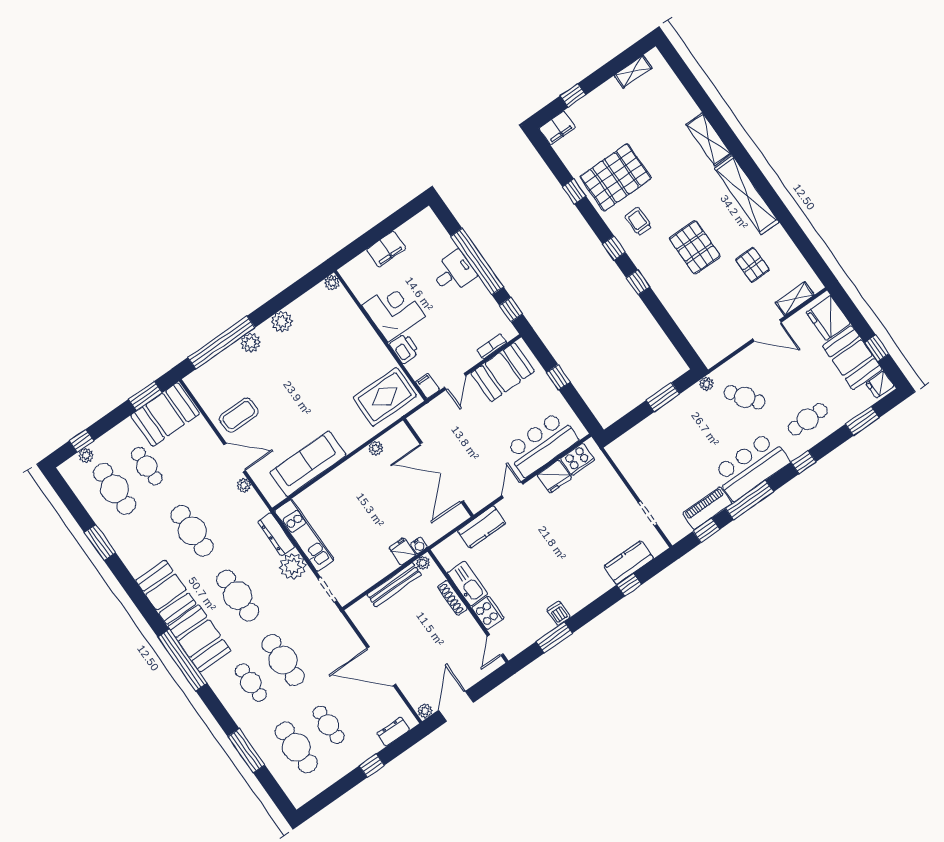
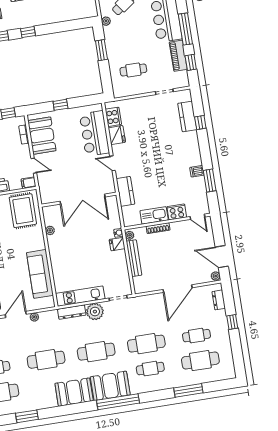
cafe table: (657, 455) -> (133, 70), added

